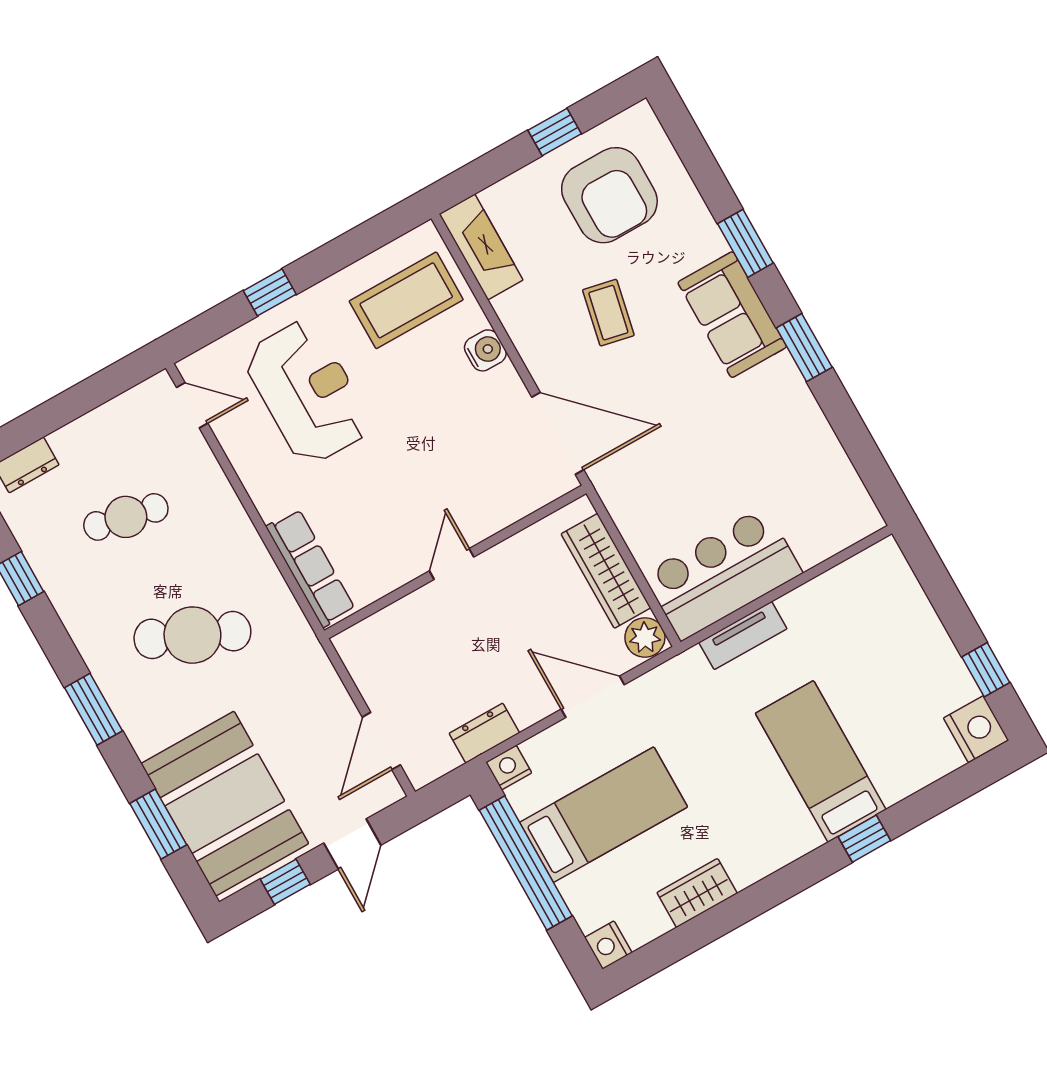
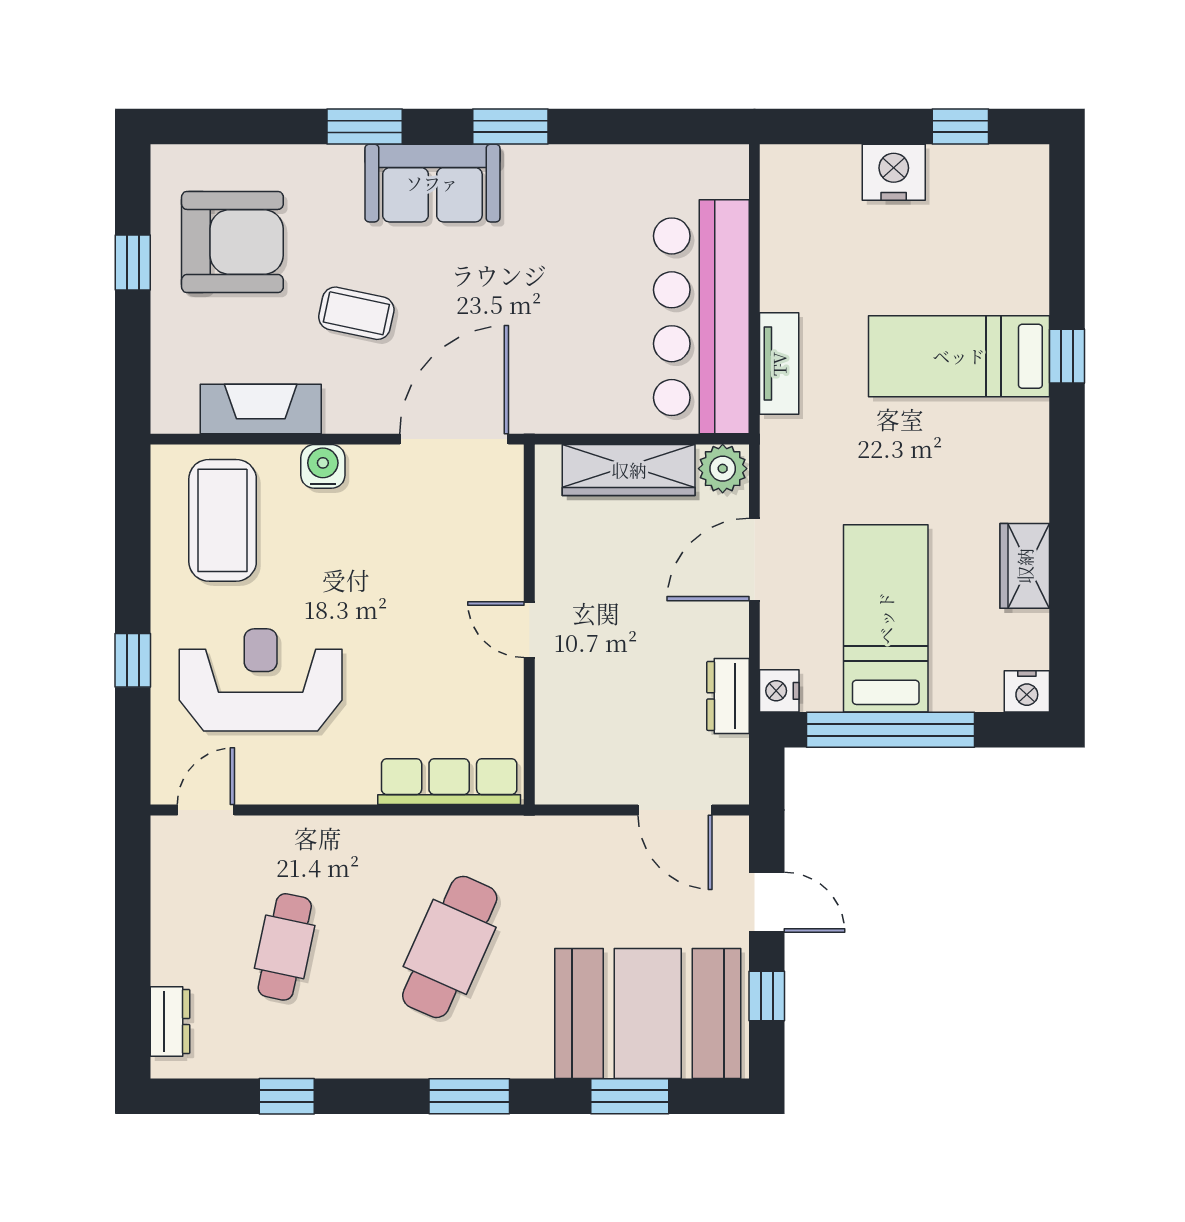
fireplace: (481, 247) -> (261, 409), moved
bar counter: (723, 574) -> (701, 317), width x1.36
nightstand: (976, 729) -> (894, 172), moved

